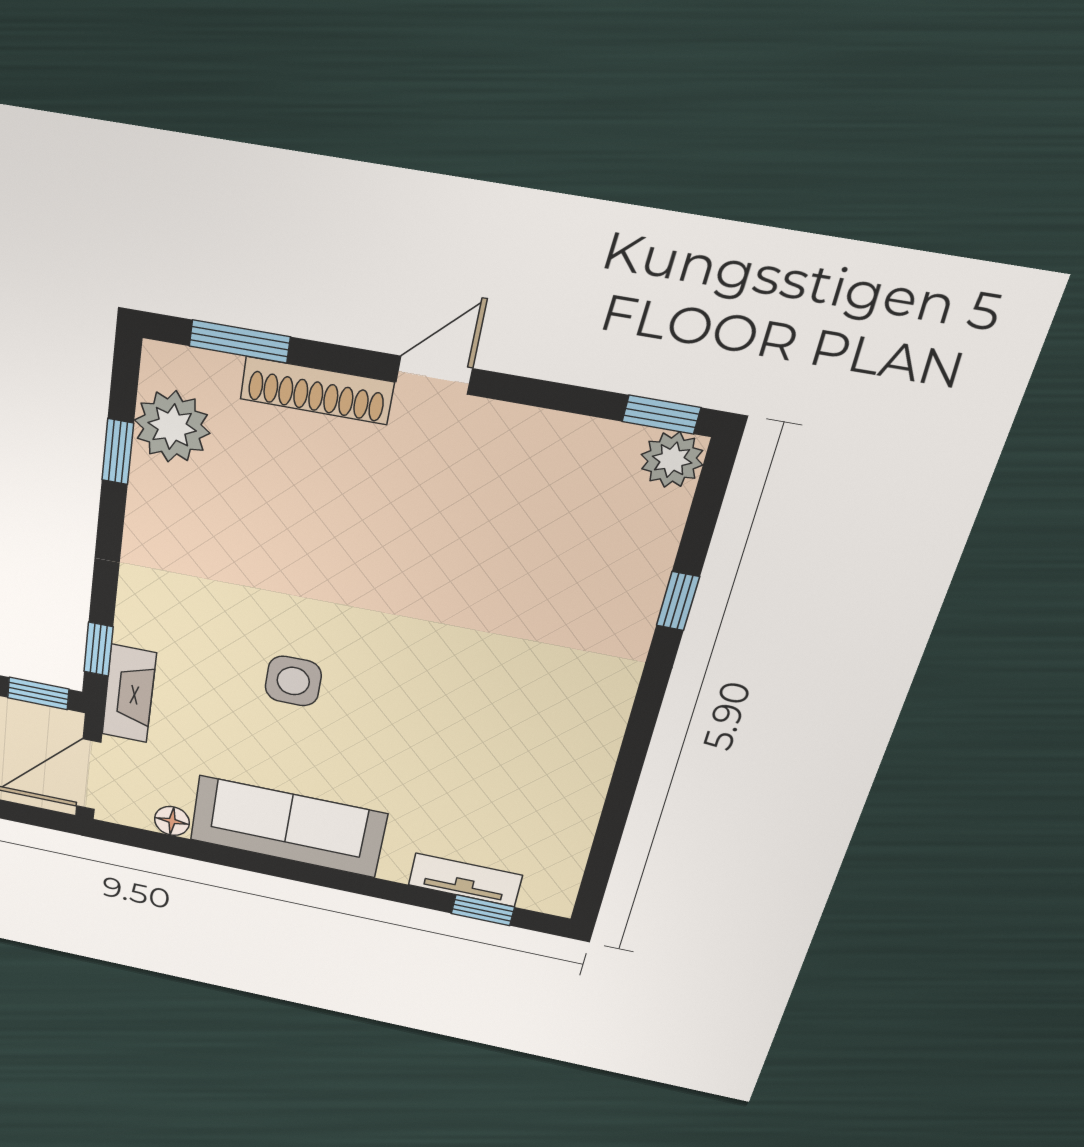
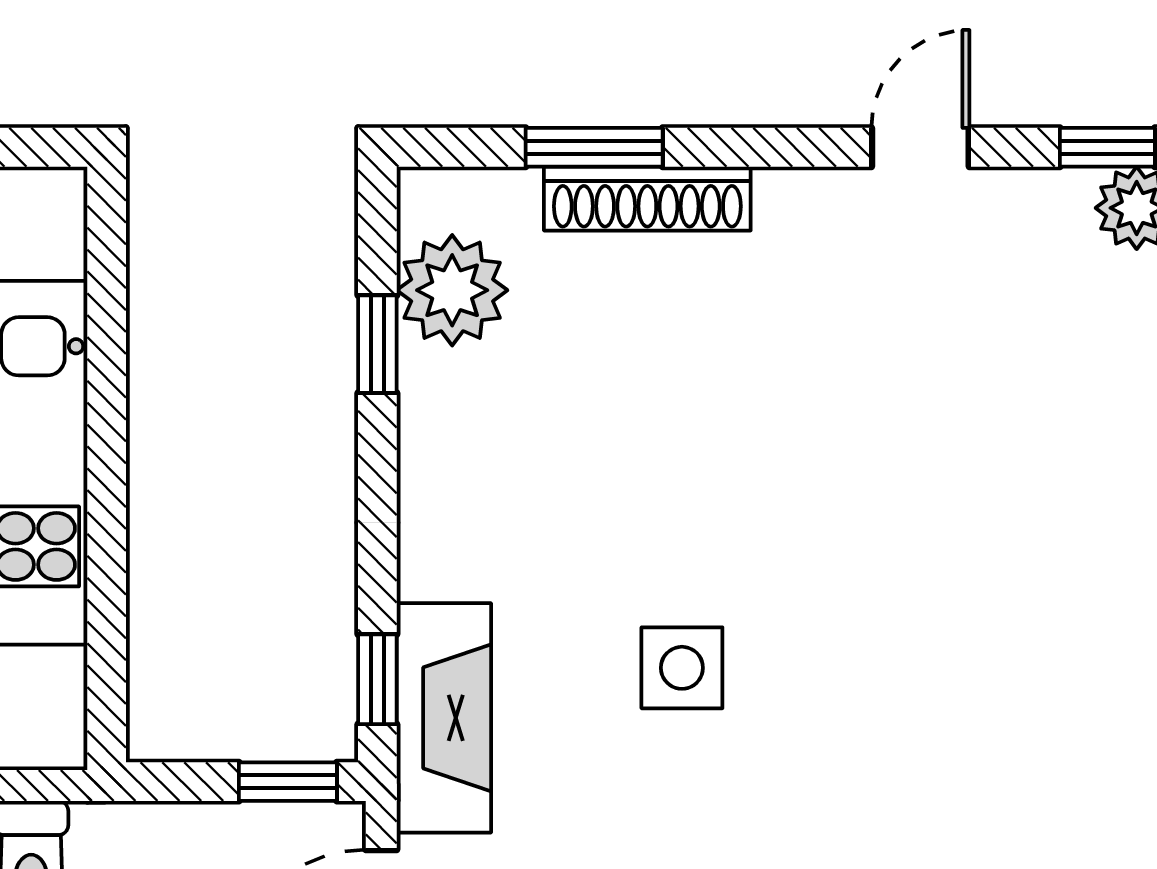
window: (240, 341) -> (594, 147), moved
door: (434, 375) -> (920, 147), moved
fireplace: (129, 694) -> (444, 718), width x1.37, depth x1.32

